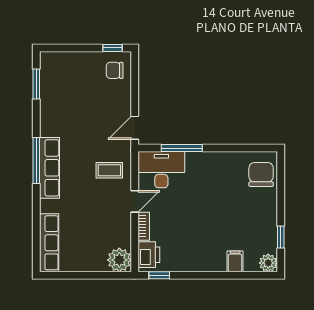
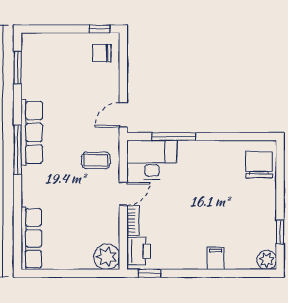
row of seats: (50, 168) -> (32, 132), moved
filing cabinet: (235, 261) -> (216, 258), moved

